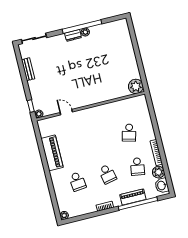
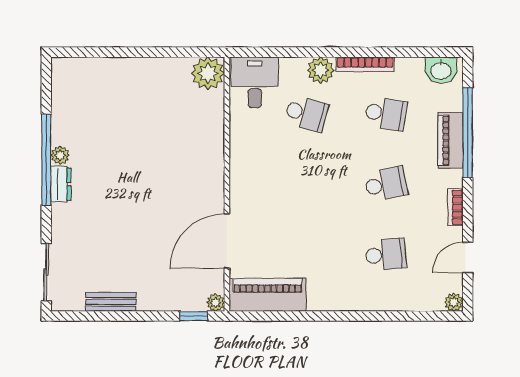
desk: (137, 107) -> (255, 82), added
door: (66, 112) -> (227, 241), width x1.88
piano: (52, 153) -> (267, 295), moved
plant: (158, 172) -> (321, 70), moved
door: (85, 217) -> (468, 257), added

